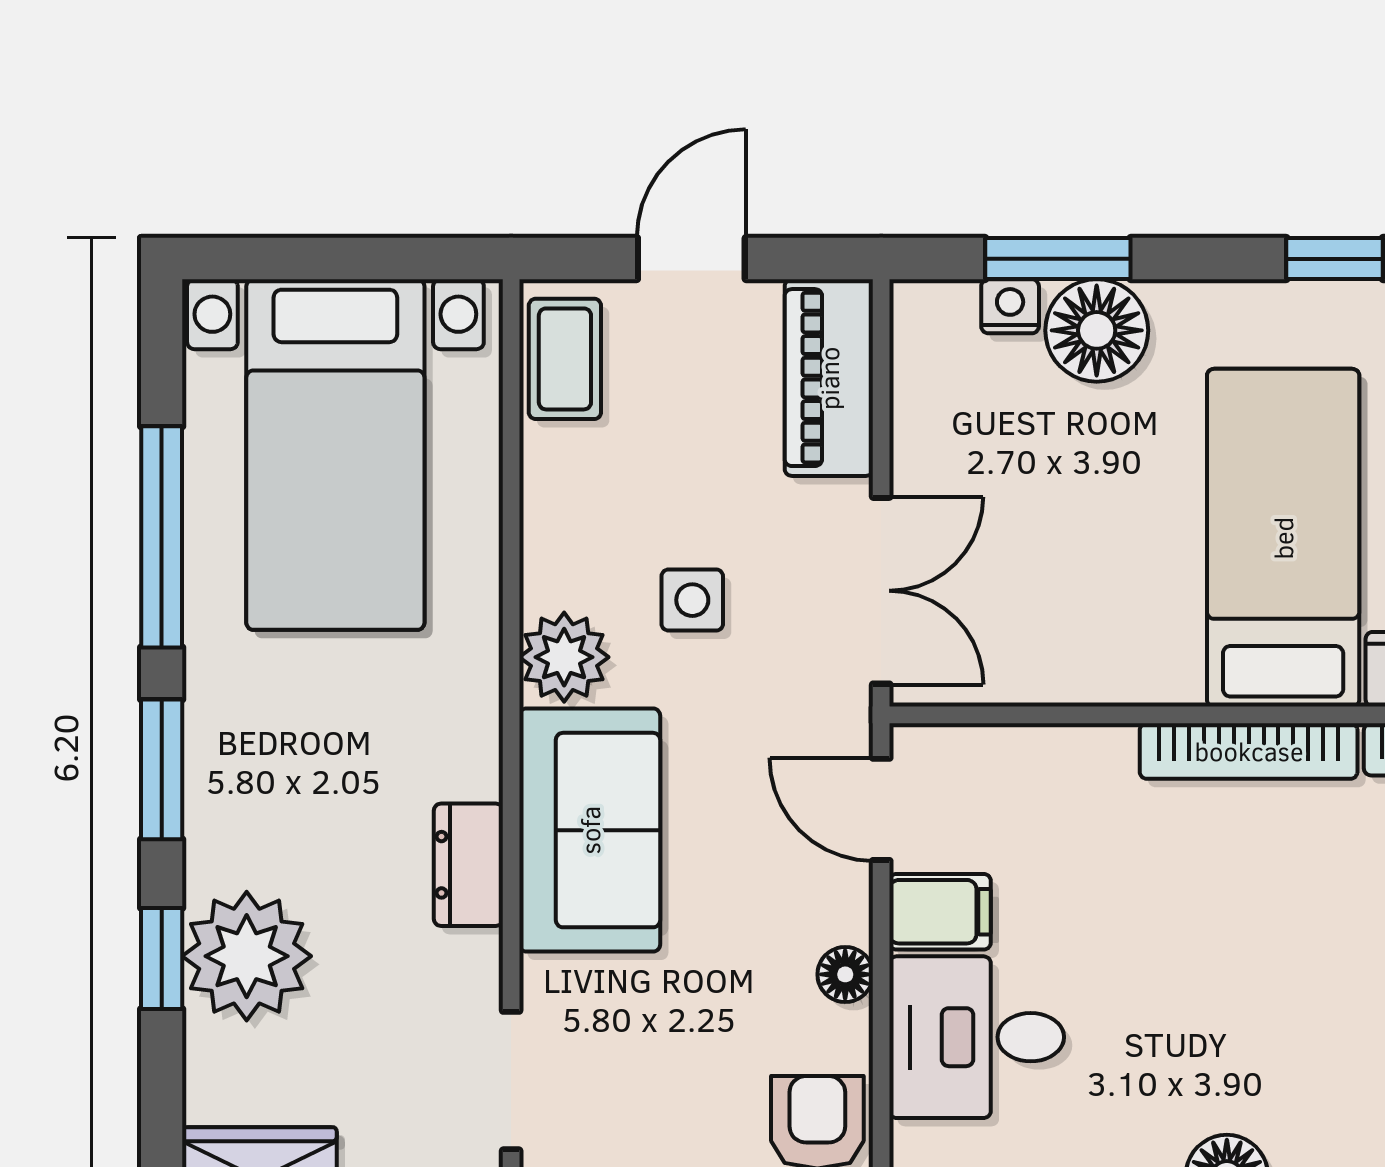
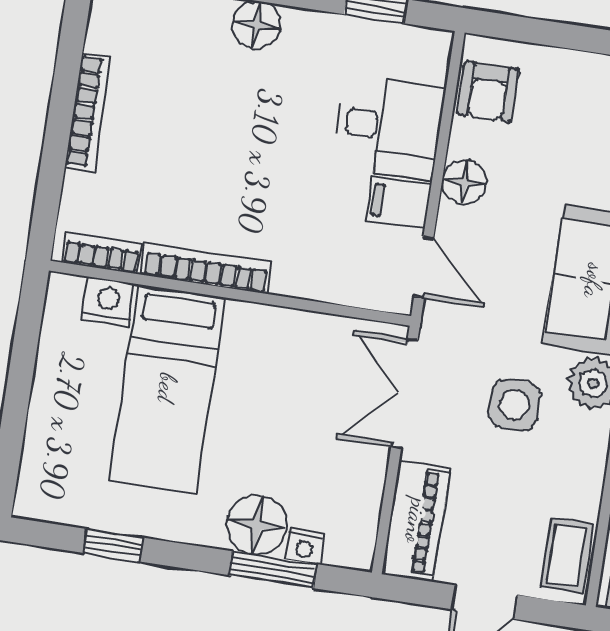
side table: (692, 600) -> (514, 405), width x1.37, depth x1.37
floor lamp: (845, 974) -> (464, 182), width x1.37, depth x1.37

